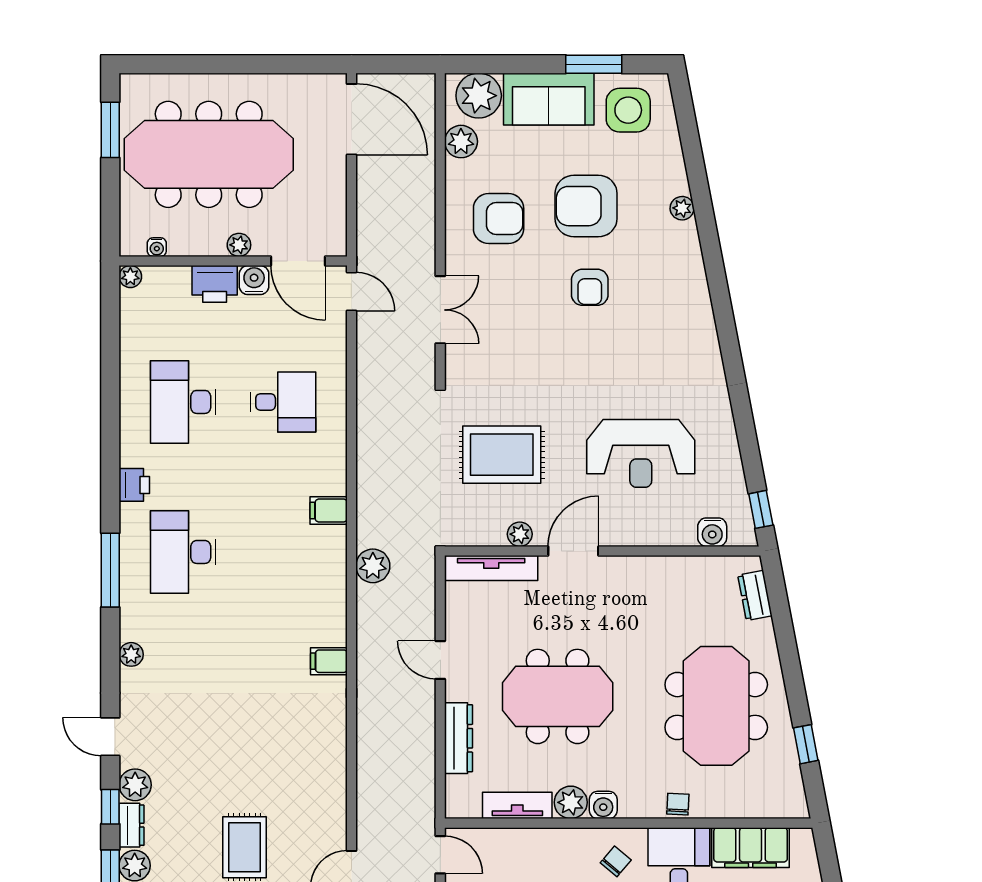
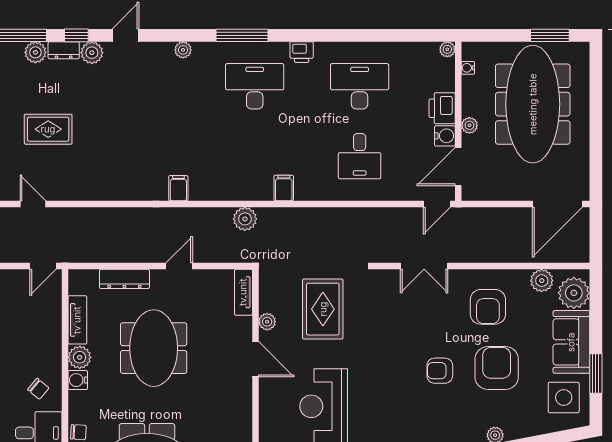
tv unit: (491, 568) -> (243, 292), width x0.71

